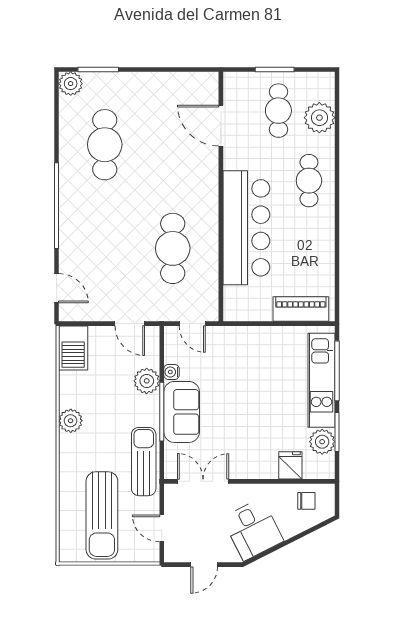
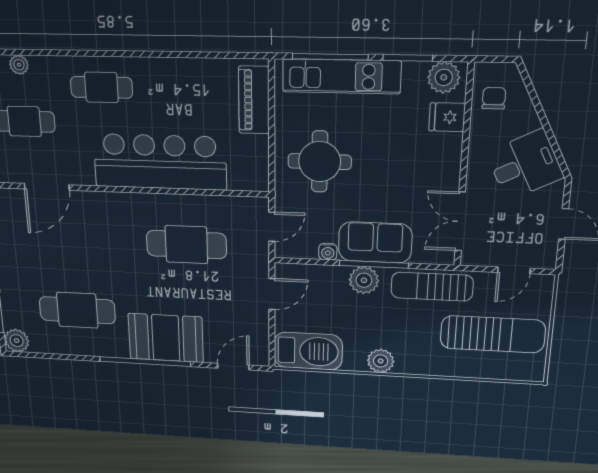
plant: (319, 118) -> (19, 65), width x0.53, depth x0.53
booth: (82, 226) -> (166, 338), added
barbecue: (73, 348) -> (308, 351), width x1.37, depth x1.21
round table: (251, 364) -> (320, 162), added
plant: (147, 381) -> (364, 280), moved
plant: (322, 442) -> (444, 77), moved

